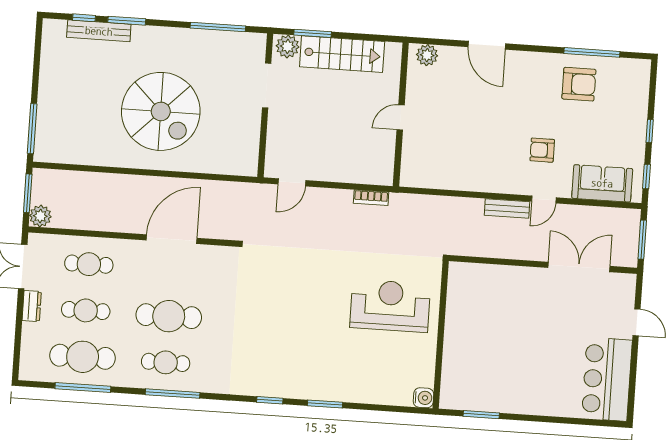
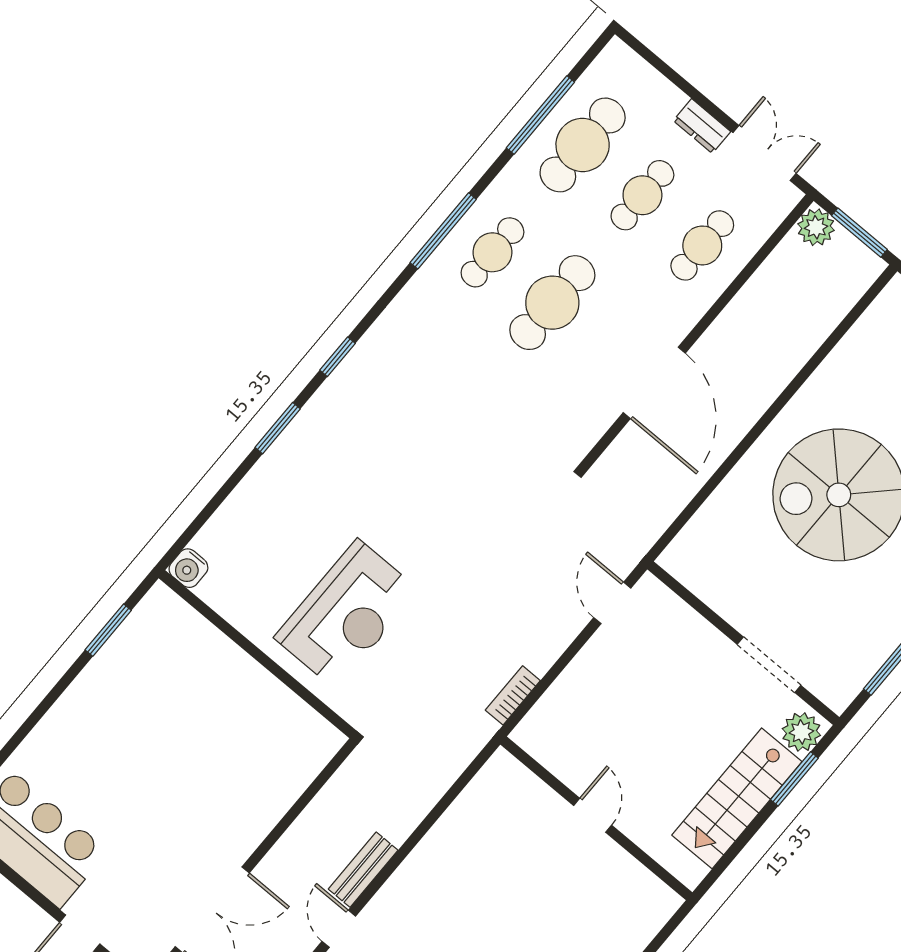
plant: (427, 55) -> (651, 913), removed

